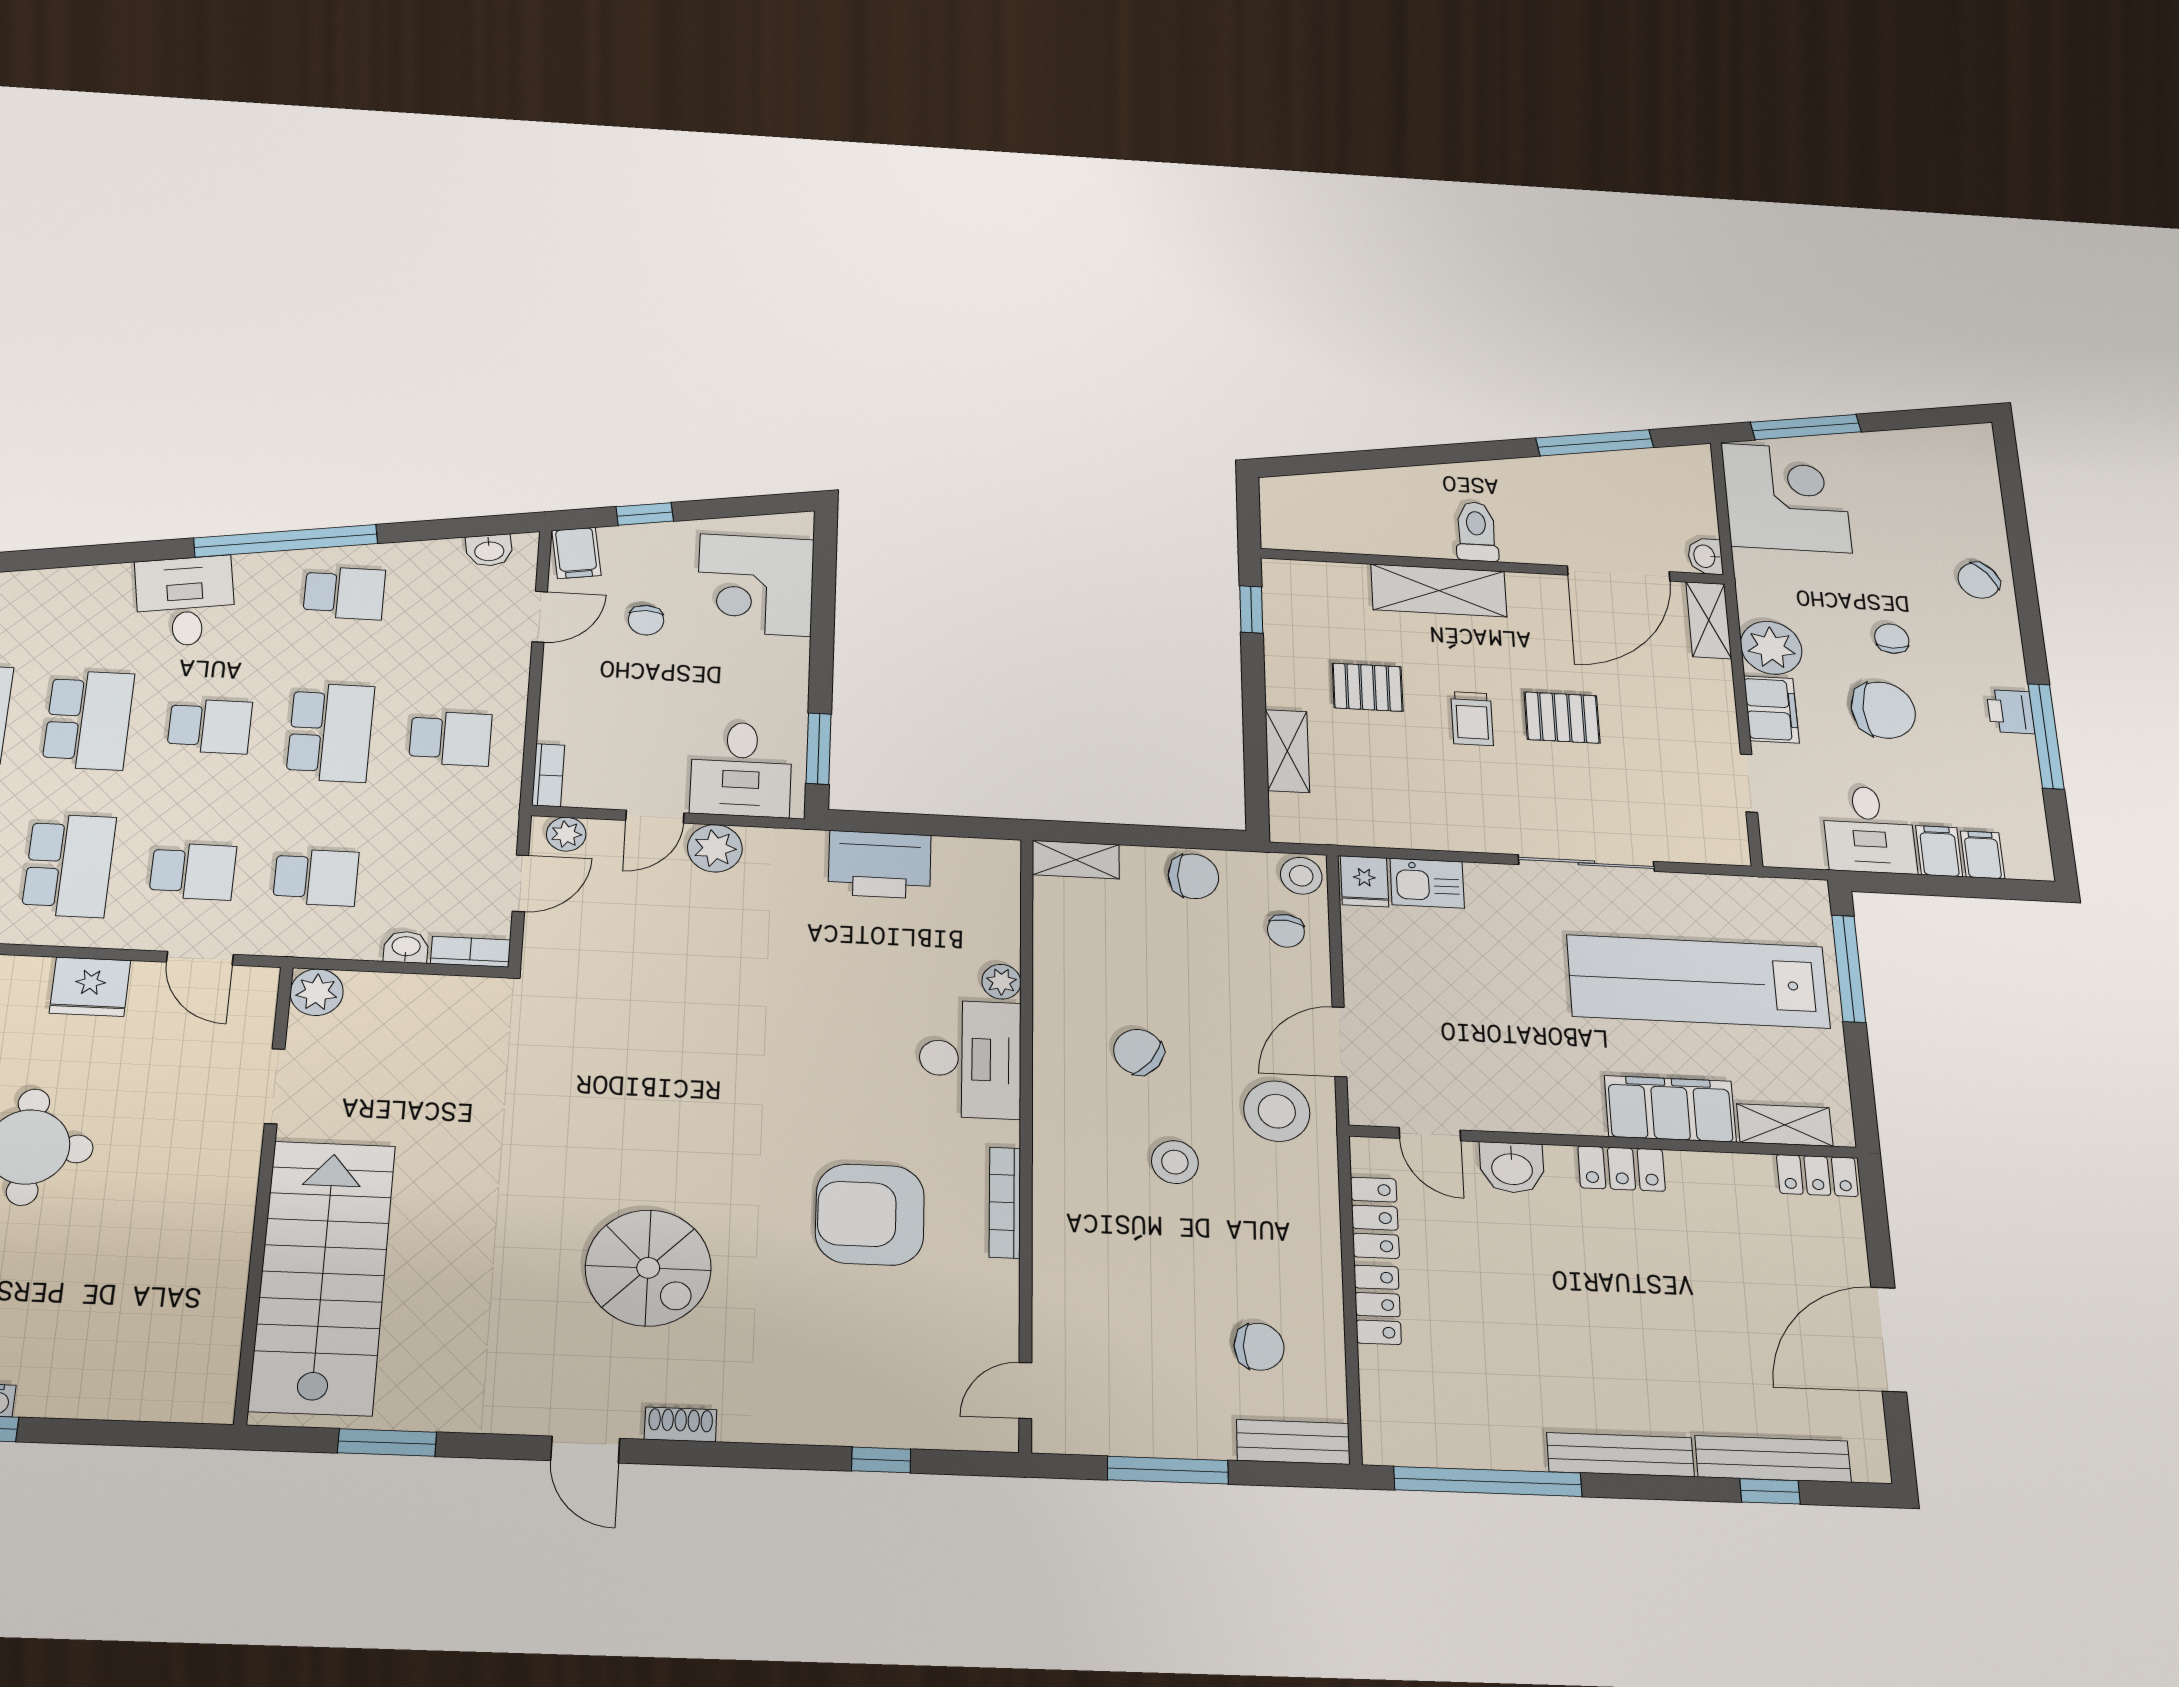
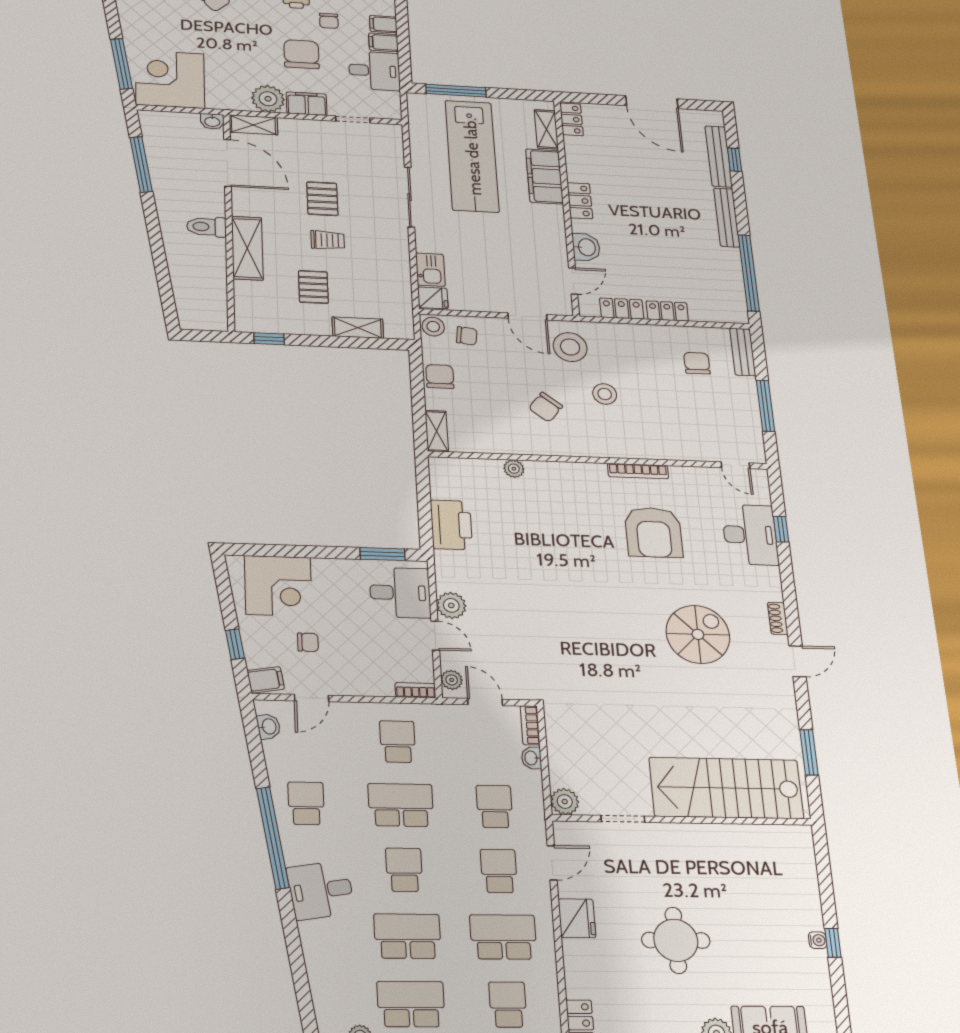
door: (540, 617) -> (311, 698), swing flipped
chair: (1892, 639) -> (329, 21), moved, turned -90
desk: (970, 1059) -> (750, 535), moved, turned 90

